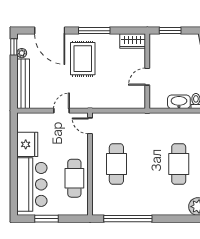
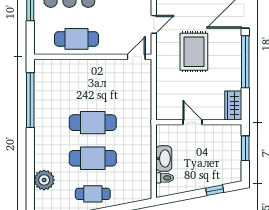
window: (94, 31) -> (245, 62), width x1.46
rug: (83, 59) -> (194, 52), moved, turned 90
door: (62, 111) -> (154, 24), hinge flipped
cafe table: (116, 164) -> (93, 123), moved

